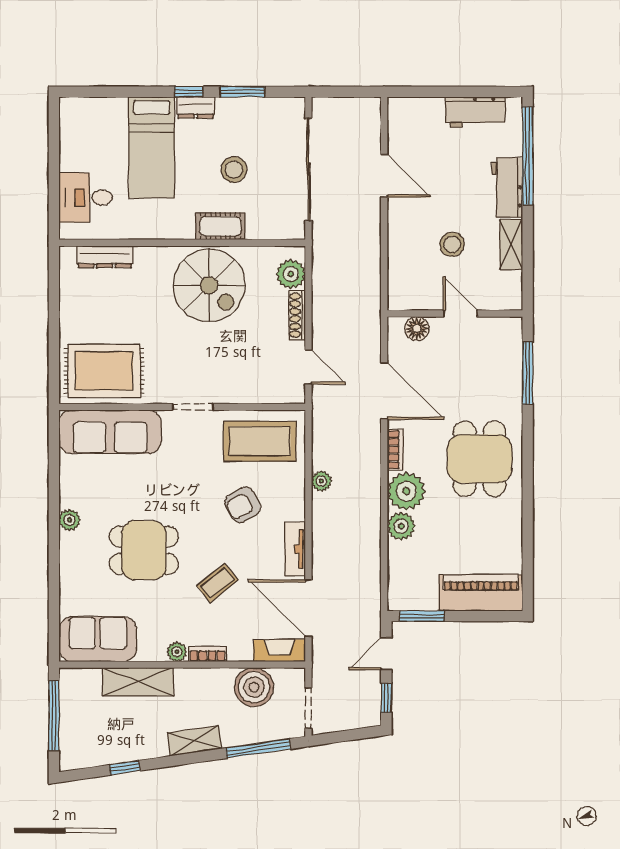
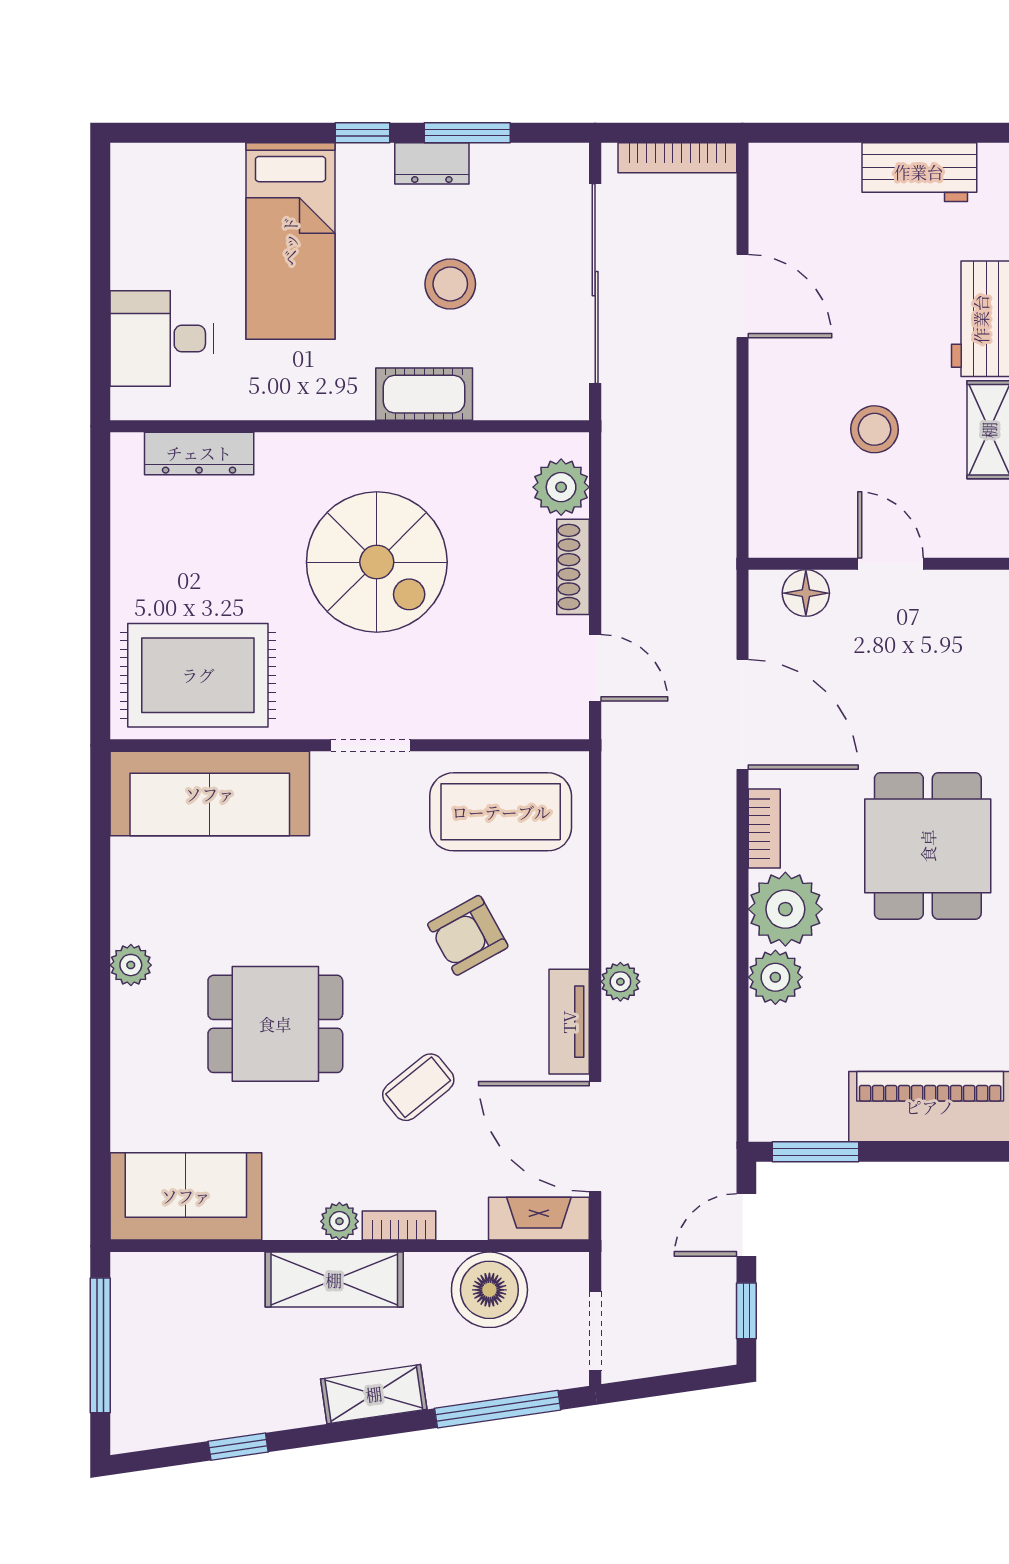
bookcase: (351, 105) -> (677, 158), added
dresser: (196, 107) -> (432, 163), moved
spiral stairs: (209, 285) -> (377, 562), moved
plant: (321, 481) -> (620, 982), moved
shelving: (138, 682) -> (334, 1280), moved

